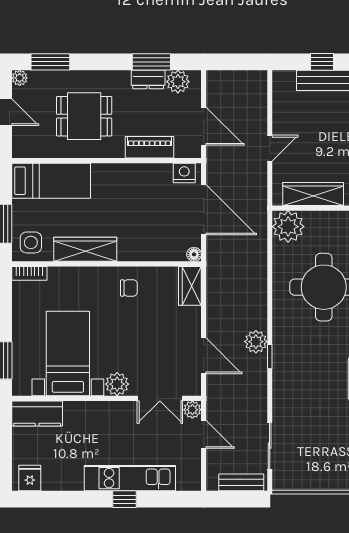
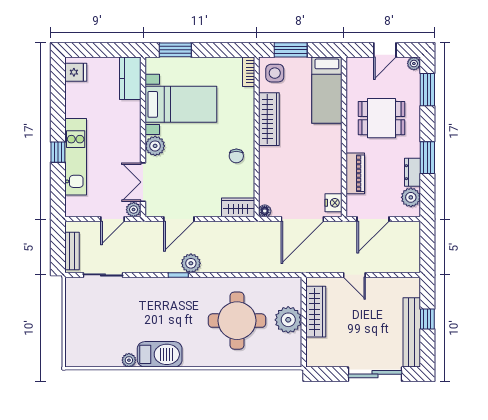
window: (151, 62) -> (427, 158), moved
dining table: (84, 116) -> (381, 118), turned 90
plant: (288, 227) -> (288, 320), moved

